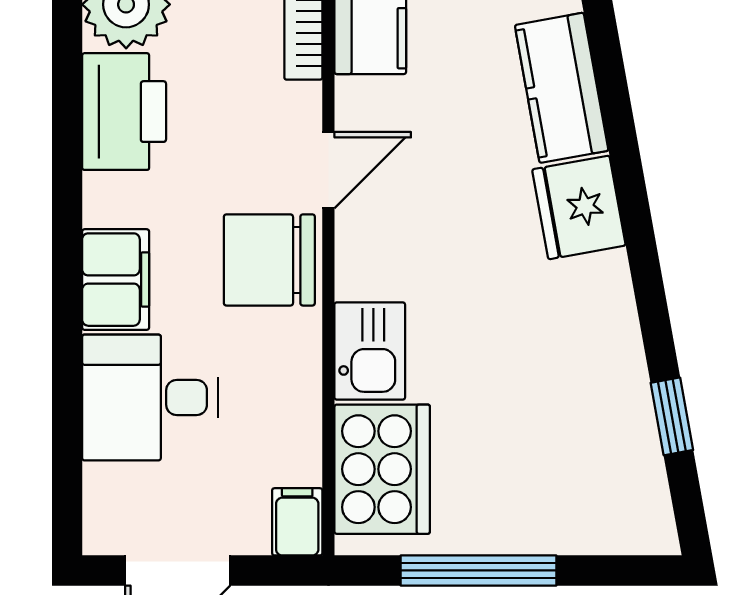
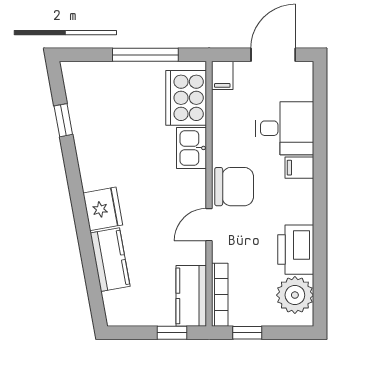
filing cabinet: (116, 280) -> (299, 168), width x0.50

